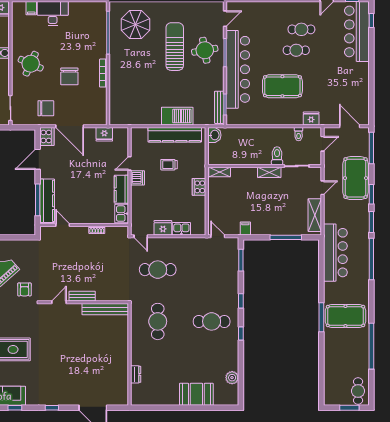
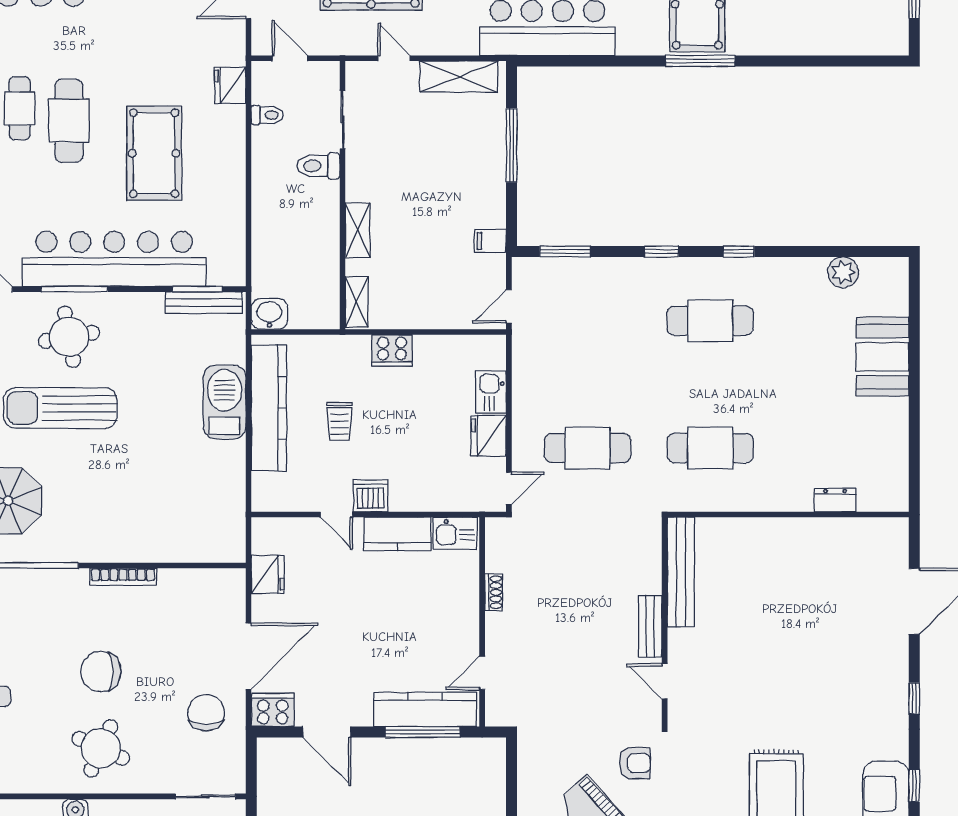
cafe table: (296, 50) -> (69, 121), width x1.37, depth x1.35
chair: (69, 76) -> (101, 672), moved, turned 180
shelving: (269, 172) -> (358, 230), moved
cafe table: (158, 270) -> (587, 448), turned 90
cafe table: (212, 321) -> (710, 321), turned 90

